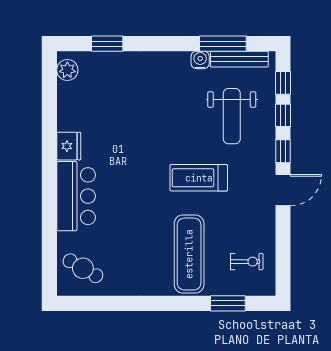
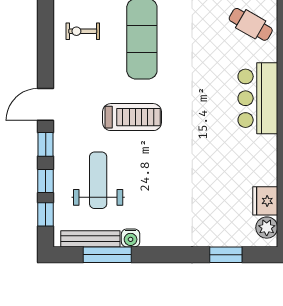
fridge: (69, 146) -> (265, 201), moved

